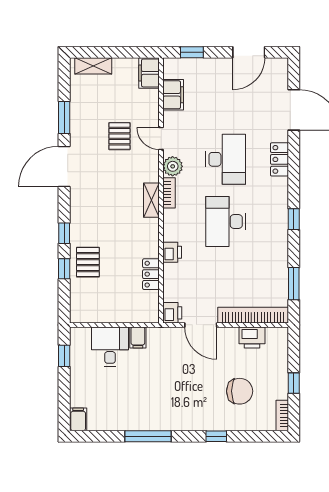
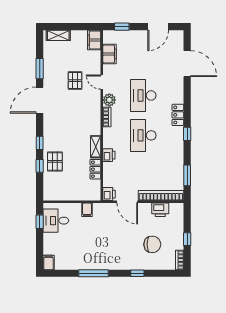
desk: (226, 159) -> (143, 95), turned 180
locker: (279, 159) -> (178, 115), moved
shelving: (151, 200) -> (96, 147), moved
desk: (110, 347) -> (56, 221), moved, turned -90

